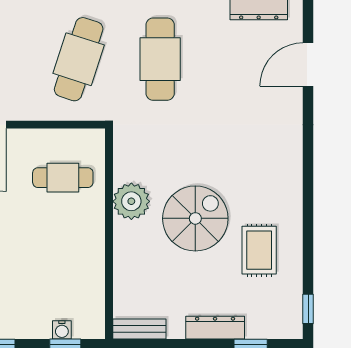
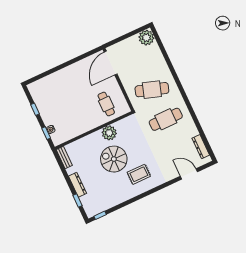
spiral stairs: (195, 218) -> (114, 159), turned 180
rug: (259, 250) -> (139, 174), moved

